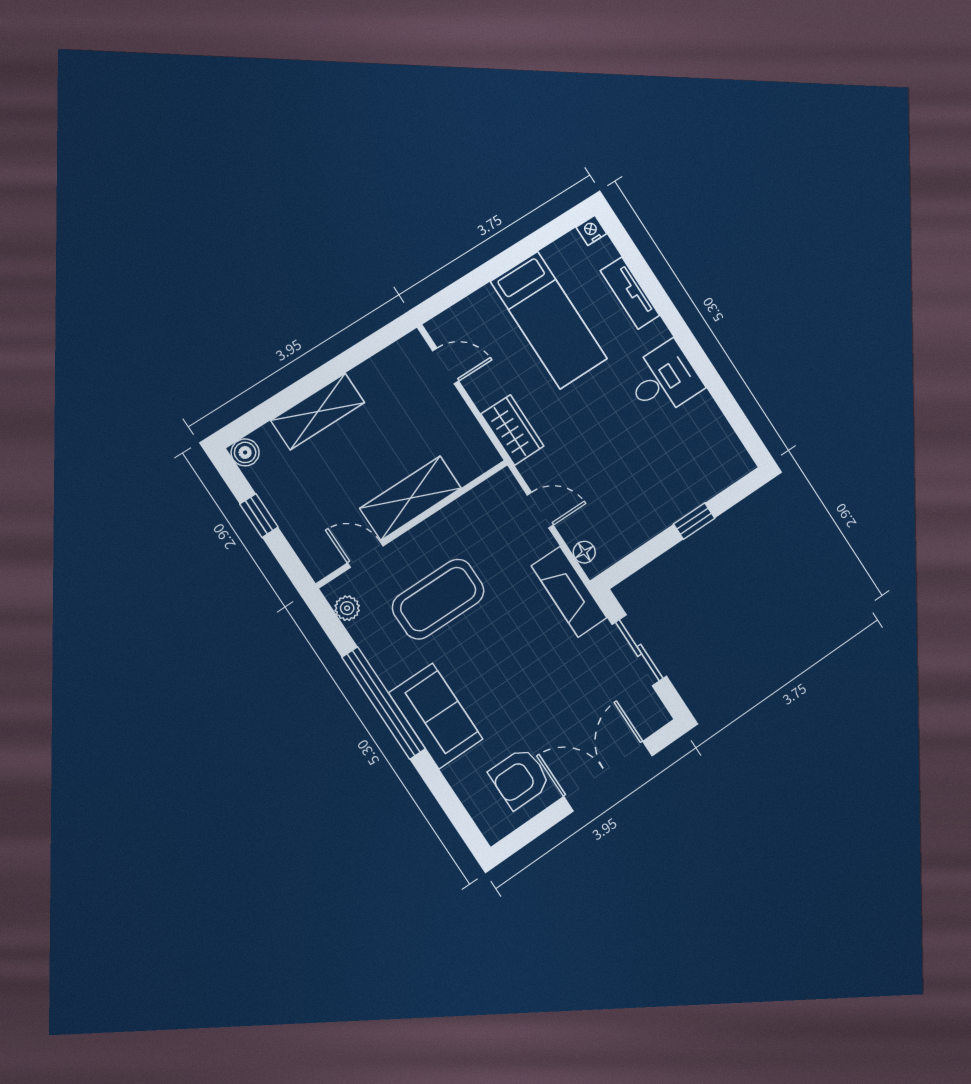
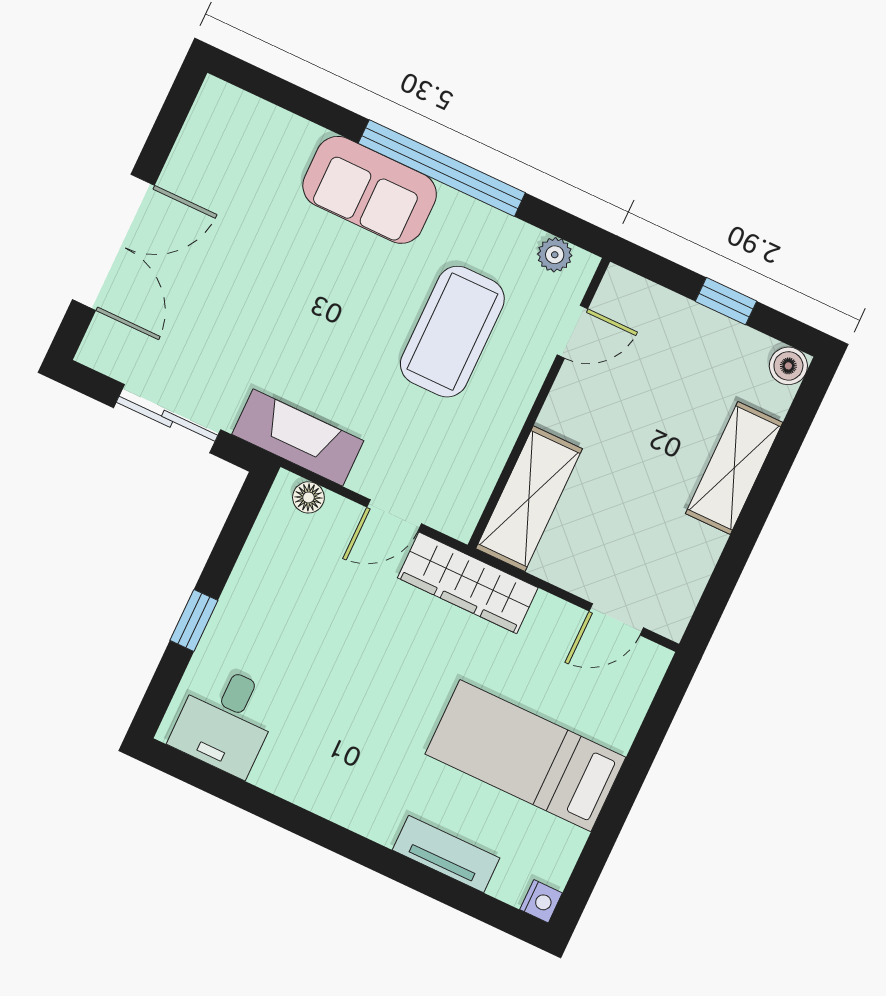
desk: (664, 380) -> (226, 720), moved
wardrobe: (512, 430) -> (468, 583), width x1.50
shelving: (411, 498) -> (529, 499), moved
armchair: (520, 778) -> (222, 176), removed

